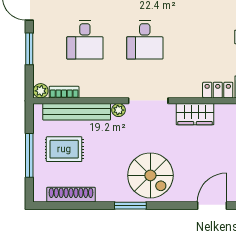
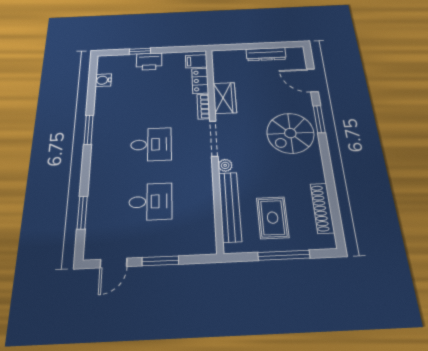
plant: (41, 91) -> (208, 246), removed
bookcase: (64, 92) -> (203, 107), moved
spiral stairs: (150, 175) -> (290, 133), turned 180
window: (130, 206) -> (319, 119), moved

